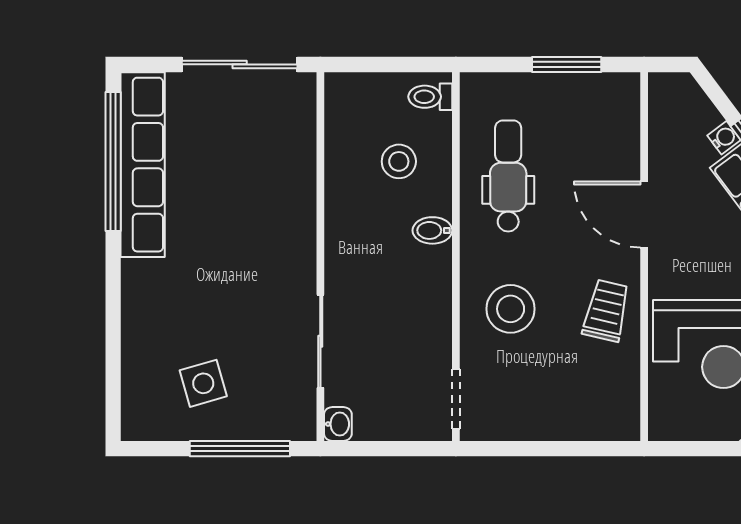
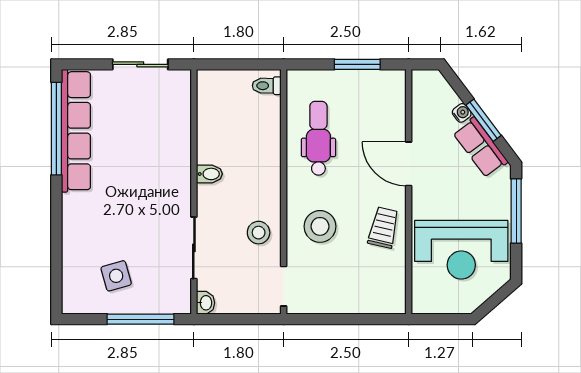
sliding door: (240, 64) -> (140, 64), width x0.73
stool: (399, 161) -> (259, 233), moved
bidet: (432, 230) -> (209, 174), moved, turned 180

